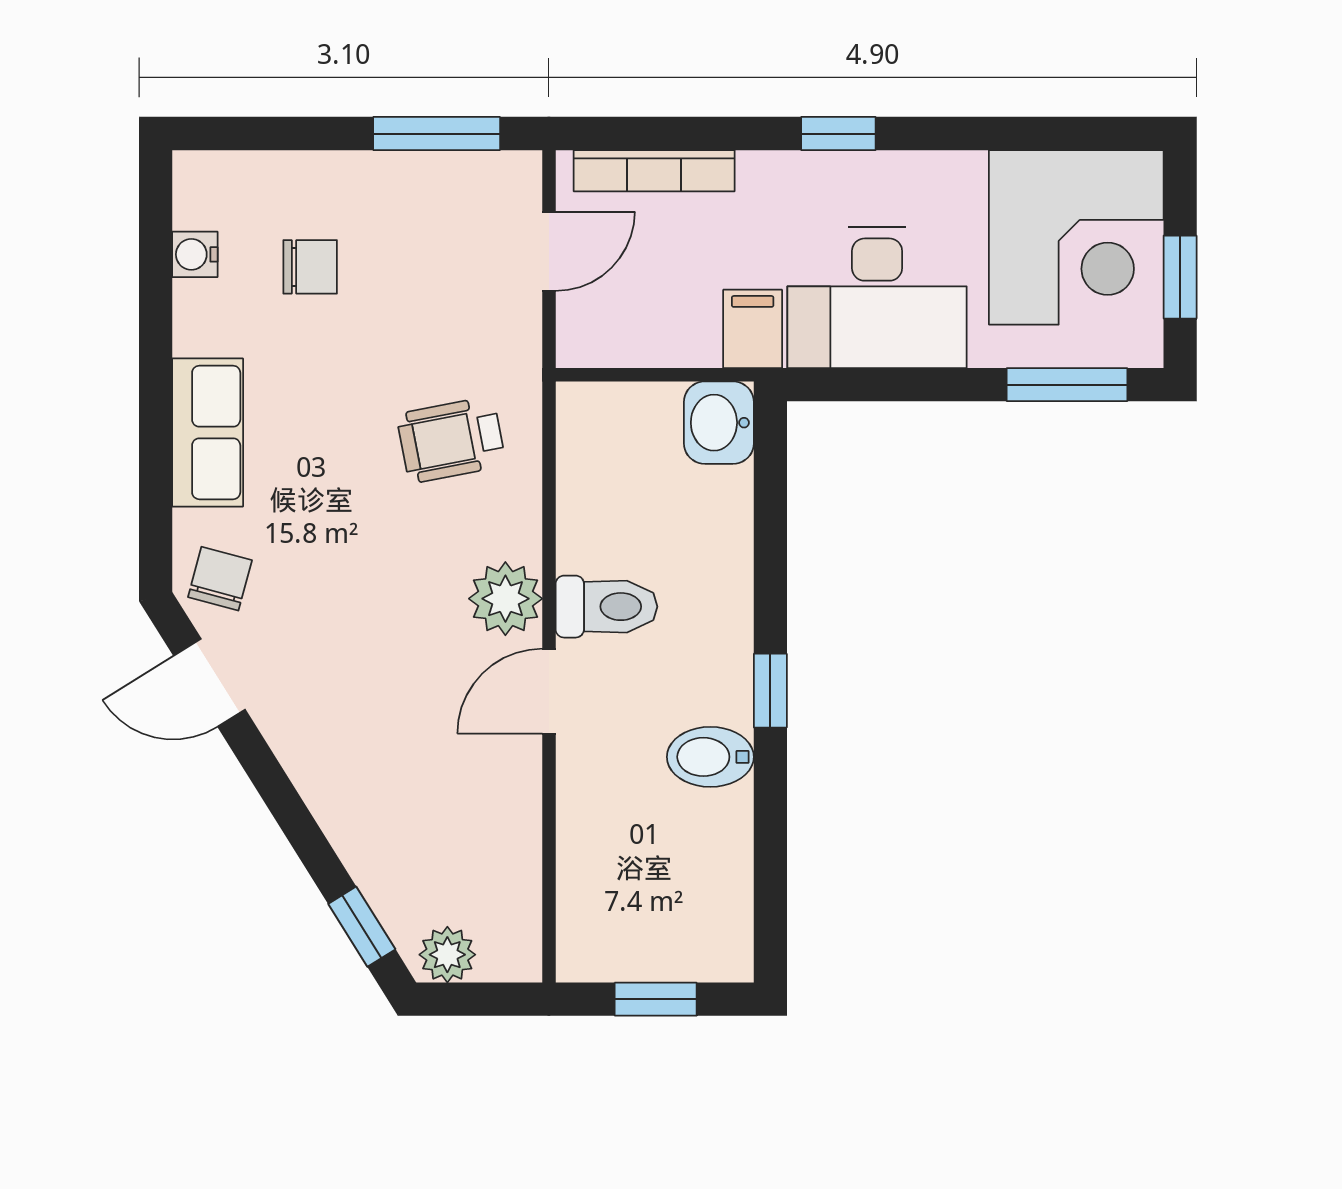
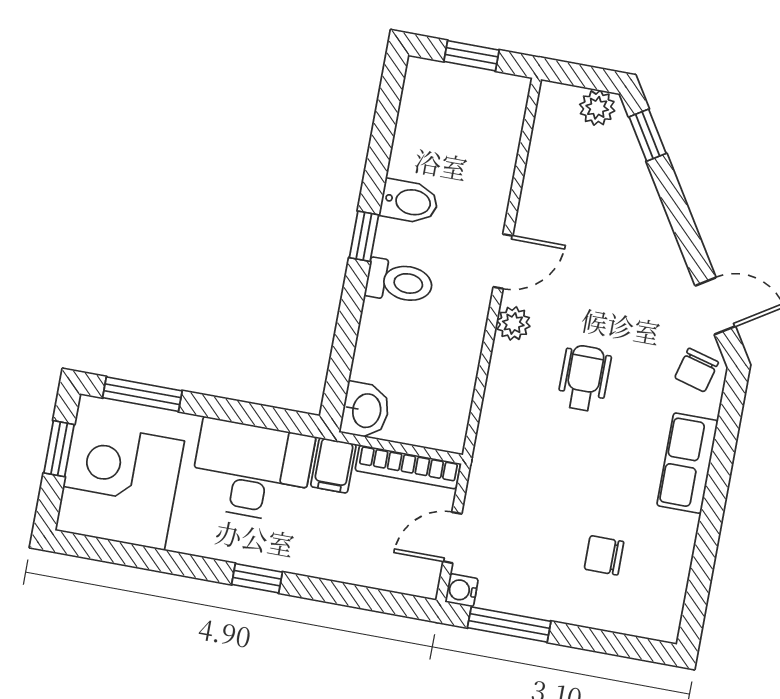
bookcase: (654, 171) -> (408, 467), moved, turned 180
water cooler: (195, 254) -> (462, 590), moved, turned 180
wheelchair: (451, 440) -> (584, 378), moved, turned -79
plant: (505, 599) -> (513, 323), width x0.73, depth x0.73
toilet: (606, 607) -> (399, 282), moved, turned 180

